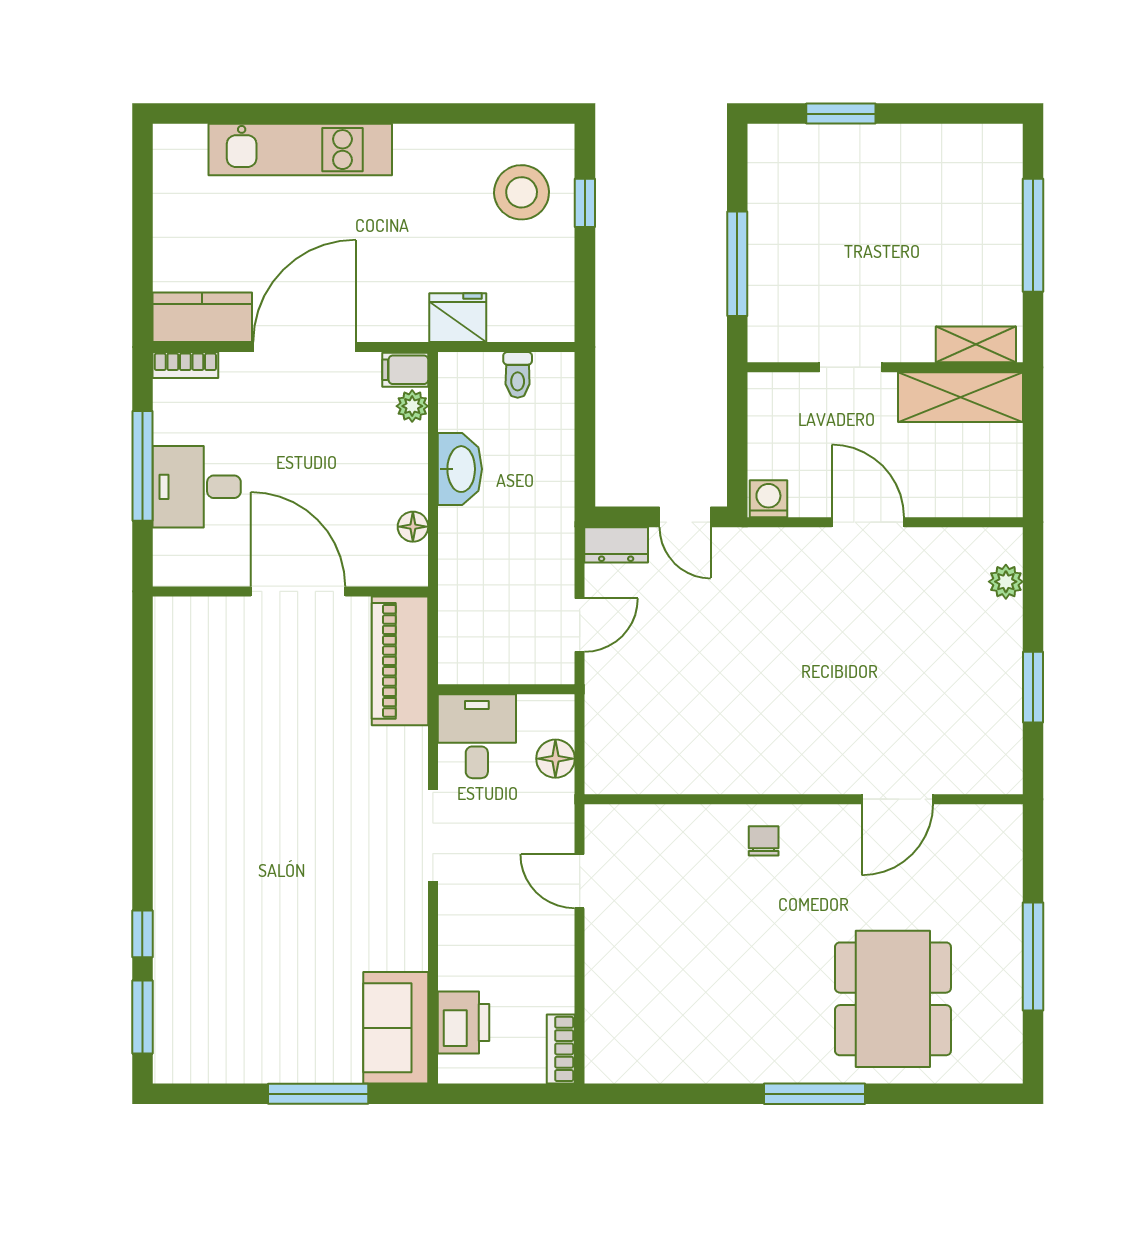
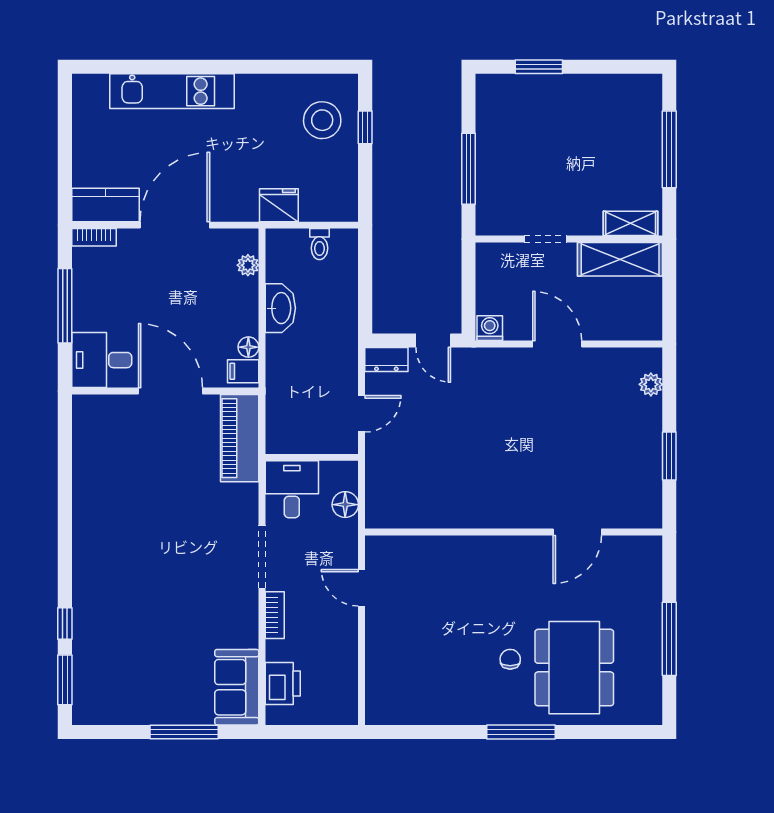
filing cabinet: (405, 370) -> (243, 371), moved
desk: (197, 487) -> (102, 360), moved
chair: (764, 841) -> (510, 659), moved
bookcase: (561, 1049) -> (275, 615), moved, turned 180

